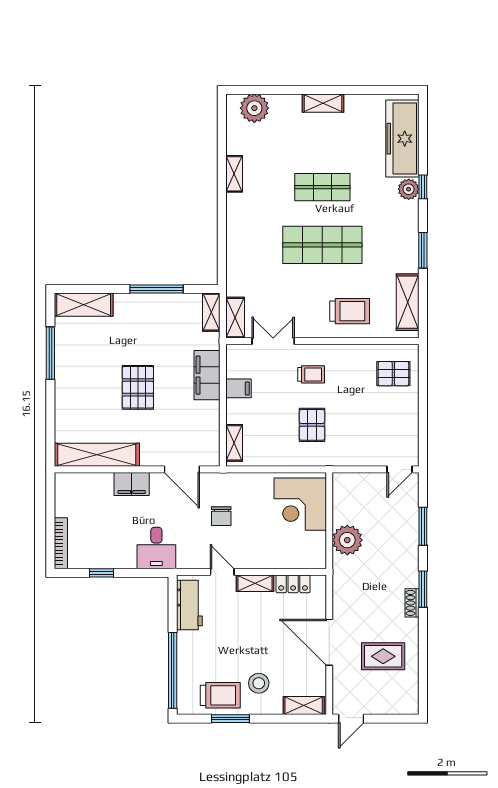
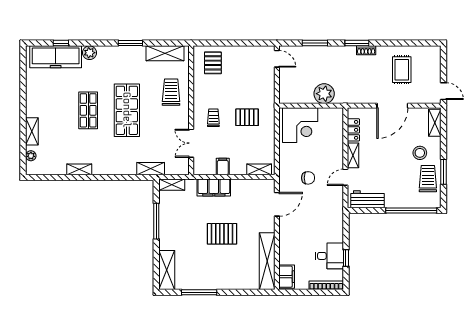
shelving: (323, 103) -> (32, 131), moved
plant: (254, 108) -> (31, 156), width x0.53, depth x0.53
window: (423, 187) -> (61, 43), moved
shelving: (235, 318) -> (151, 169), moved
filing cabinet: (132, 484) -> (287, 277), moved
desk: (156, 548) -> (329, 256), moved

